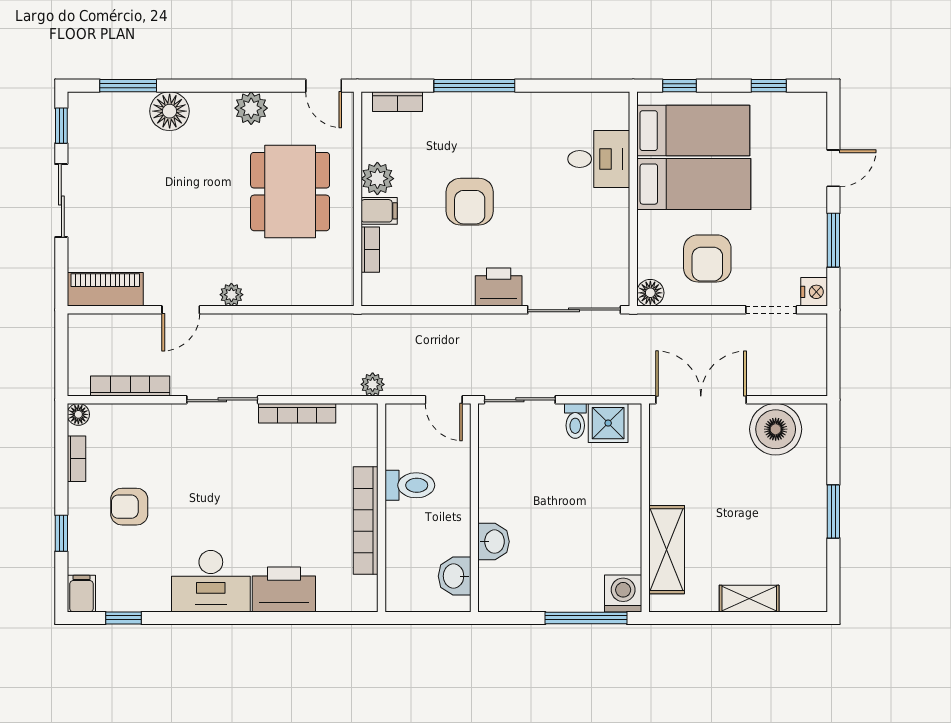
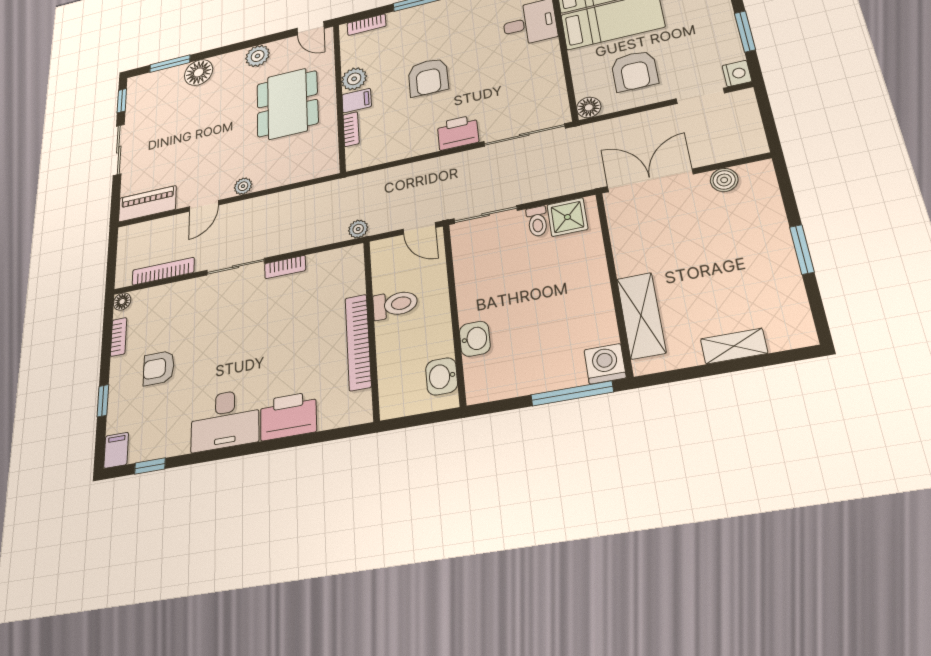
bookcase: (297, 413) -> (285, 267), width x0.64
boiler: (776, 429) -> (724, 180), width x0.54, depth x0.54

